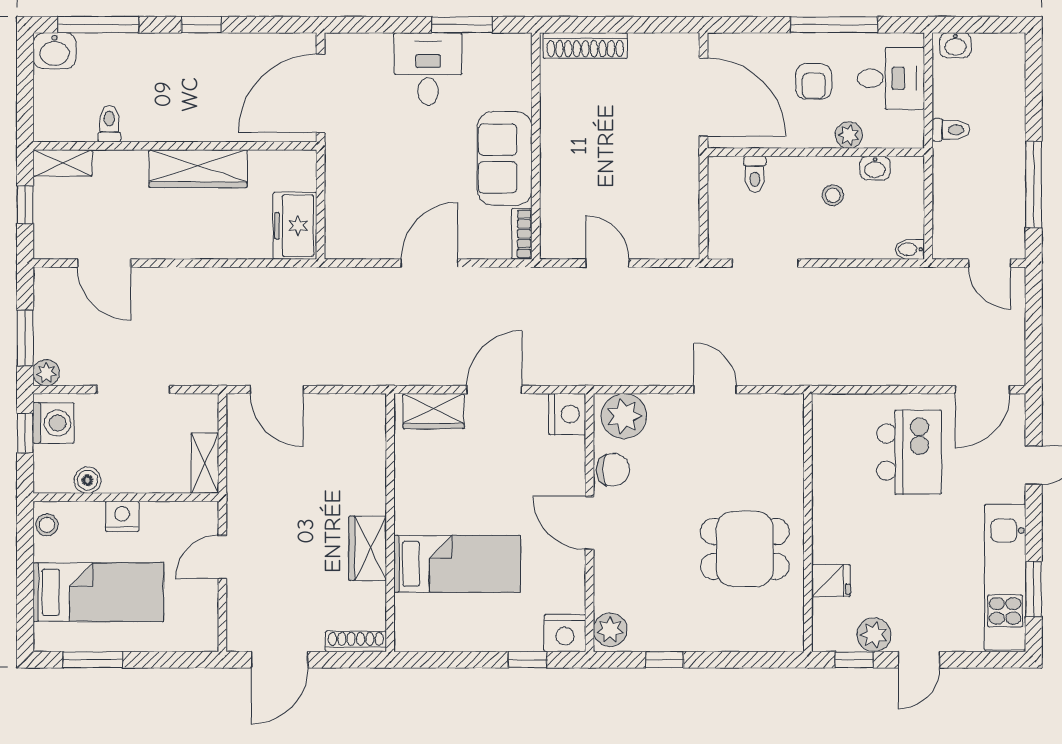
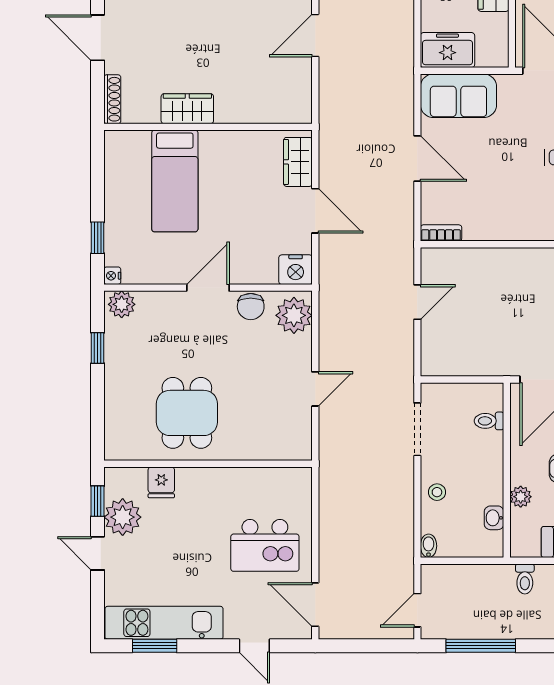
sofa: (505, 158) -> (458, 96), moved, turned 180
stool: (833, 195) -> (437, 492), moved
nightstand: (565, 633) -> (112, 276), width x0.53, depth x0.56
plant: (874, 635) -> (123, 517), width x1.36, depth x1.36

